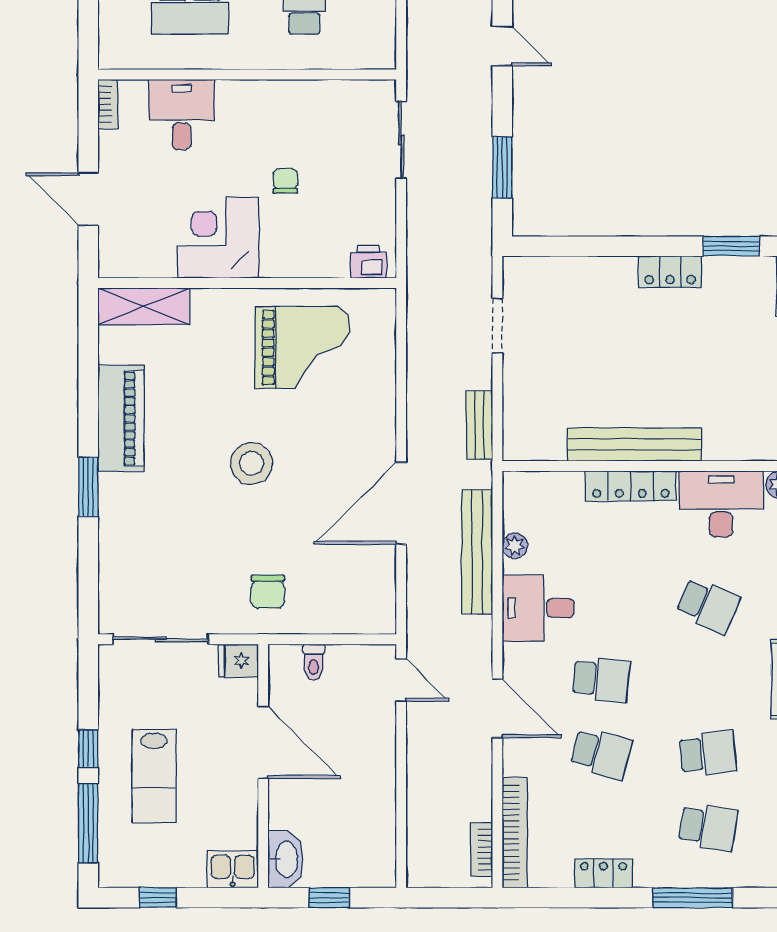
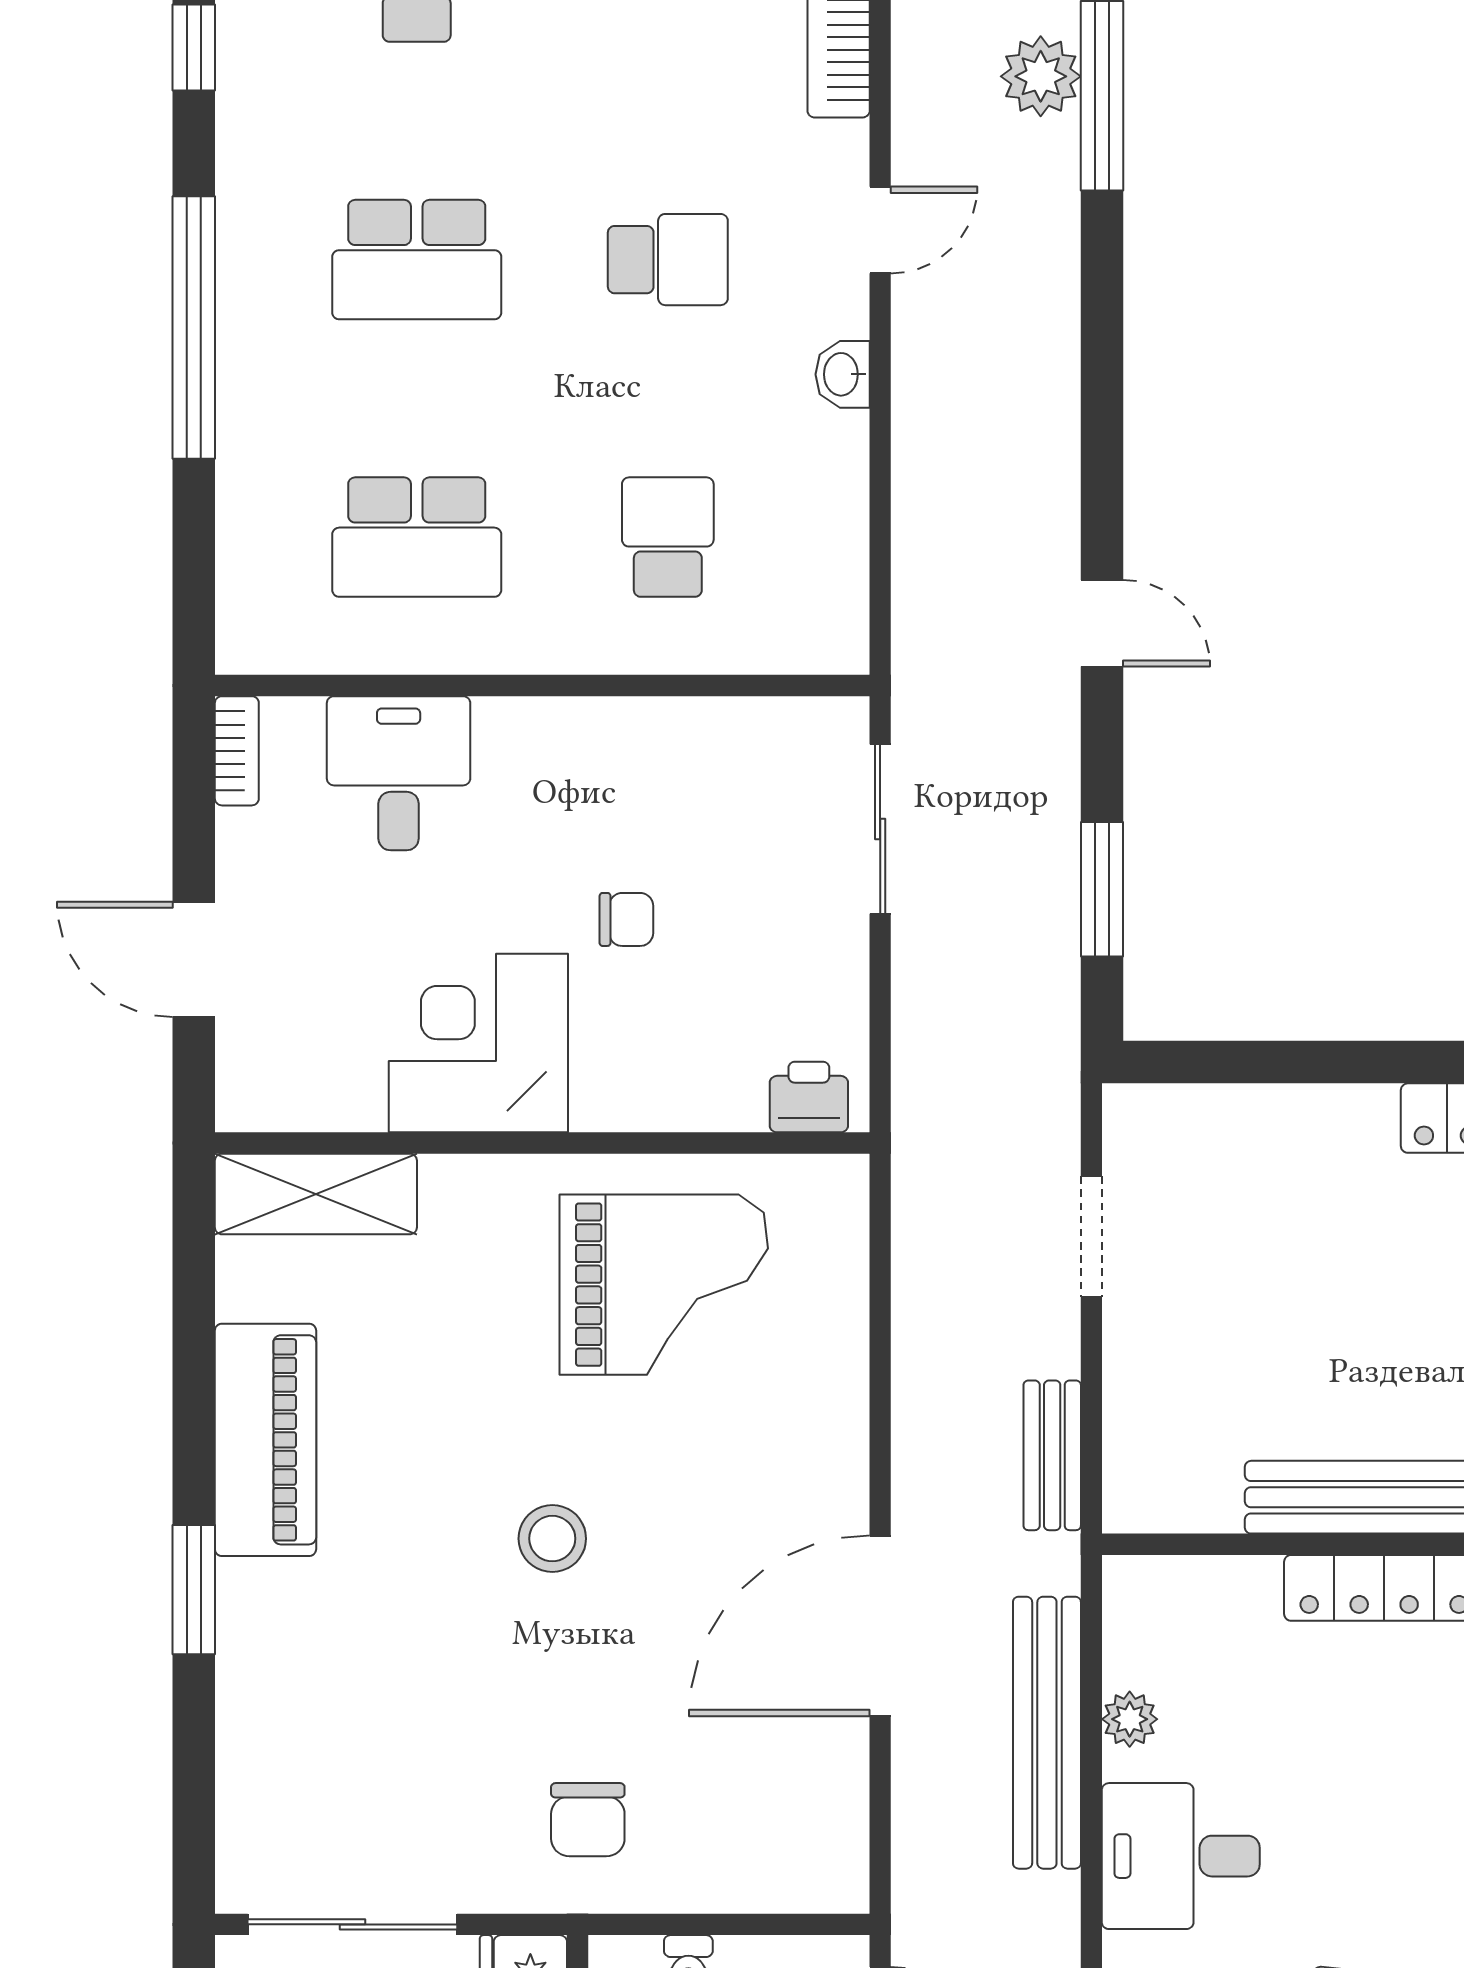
chair: (285, 181) -> (626, 919), turned 90
stool: (252, 463) -> (552, 1539), width x0.73, depth x0.73

